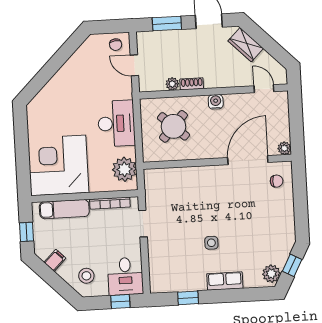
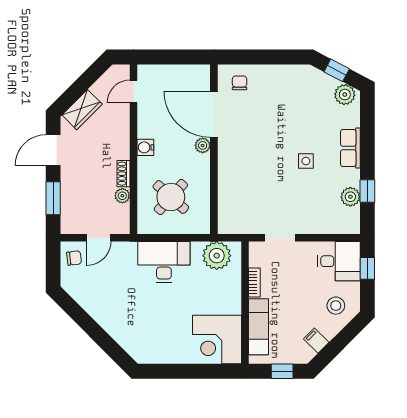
plant: (284, 148) -> (203, 145), moved
corner desk: (58, 165) -> (217, 340), width x0.74, depth x0.74
bookcase: (110, 203) -> (254, 282), width x0.64
plant: (182, 283) -> (350, 197), added

